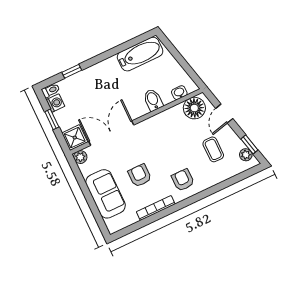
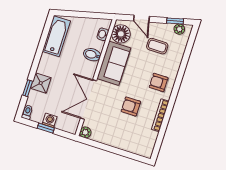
washing machine: (55, 103) -> (50, 120), moved
shower: (75, 138) -> (41, 83), moved
sofa: (105, 194) -> (114, 63), moved, turned 90

